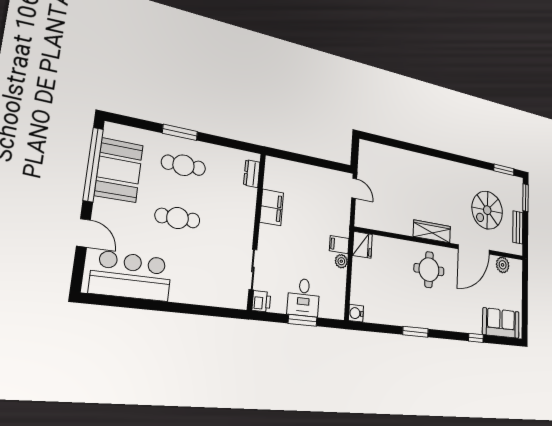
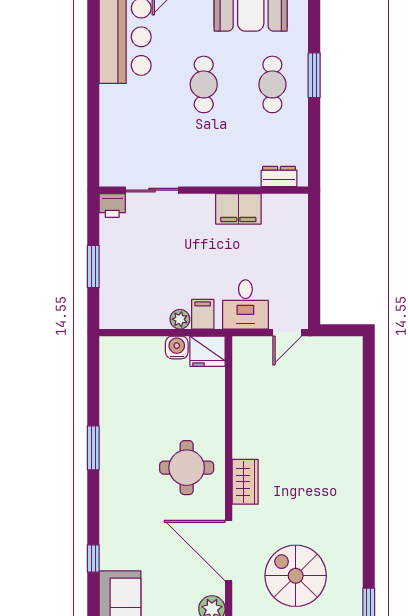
wardrobe: (432, 231) -> (245, 482), width x0.67
desk: (304, 297) -> (245, 304), moved, turned -90
water cooler: (356, 313) -> (177, 347), moved

